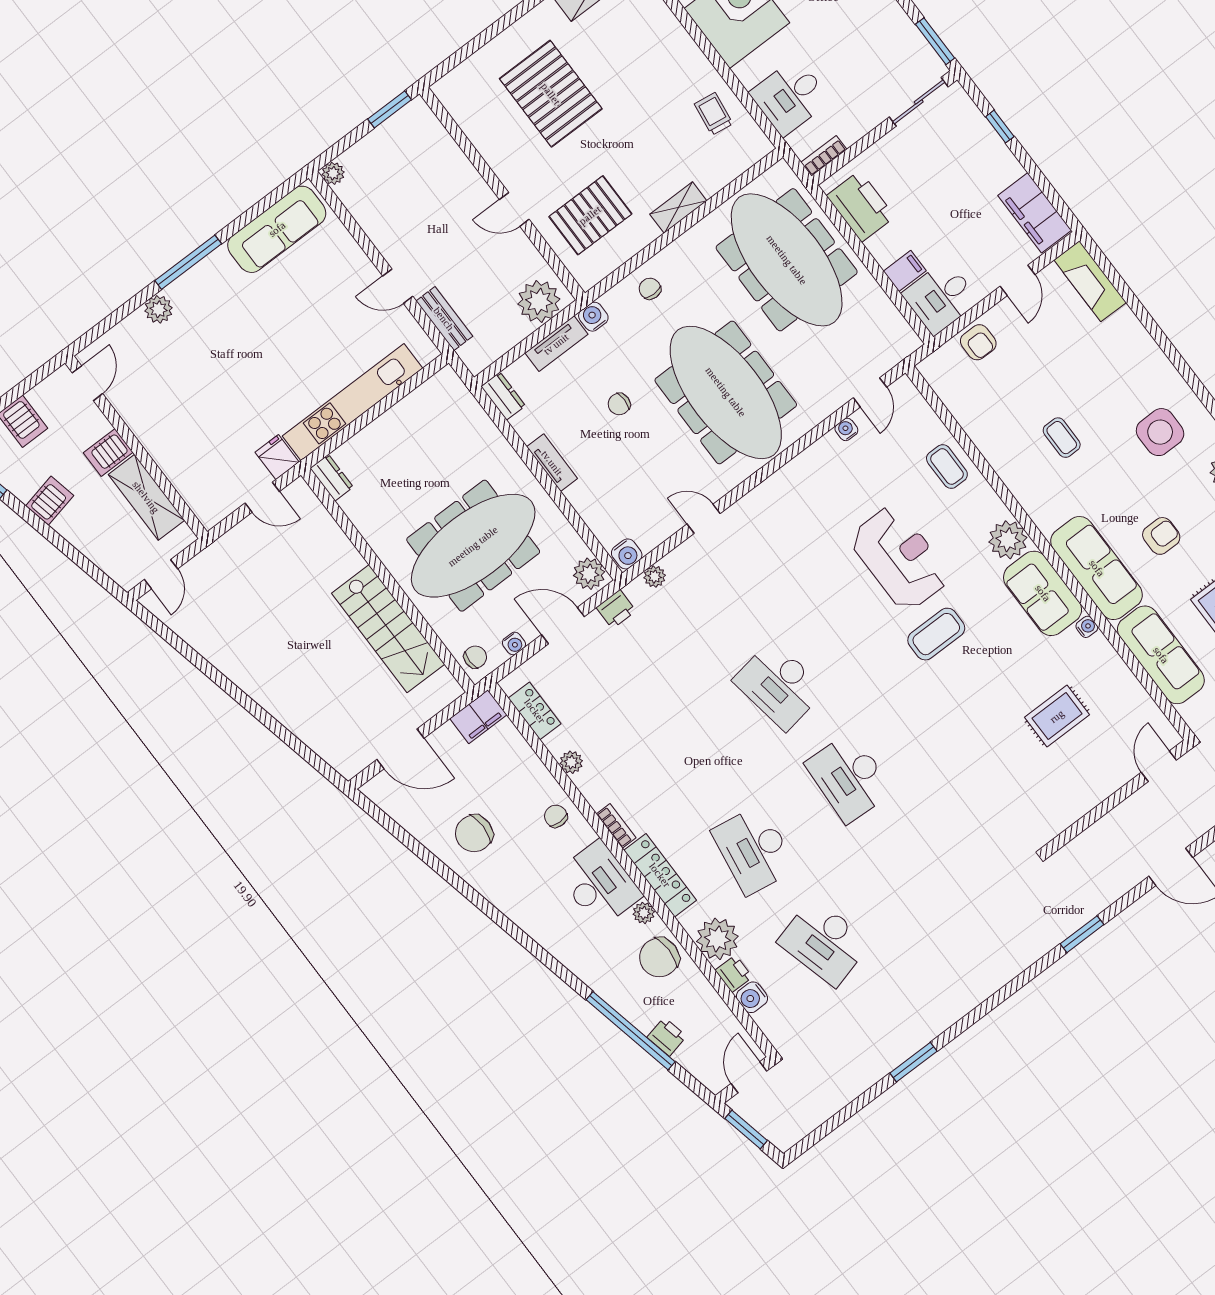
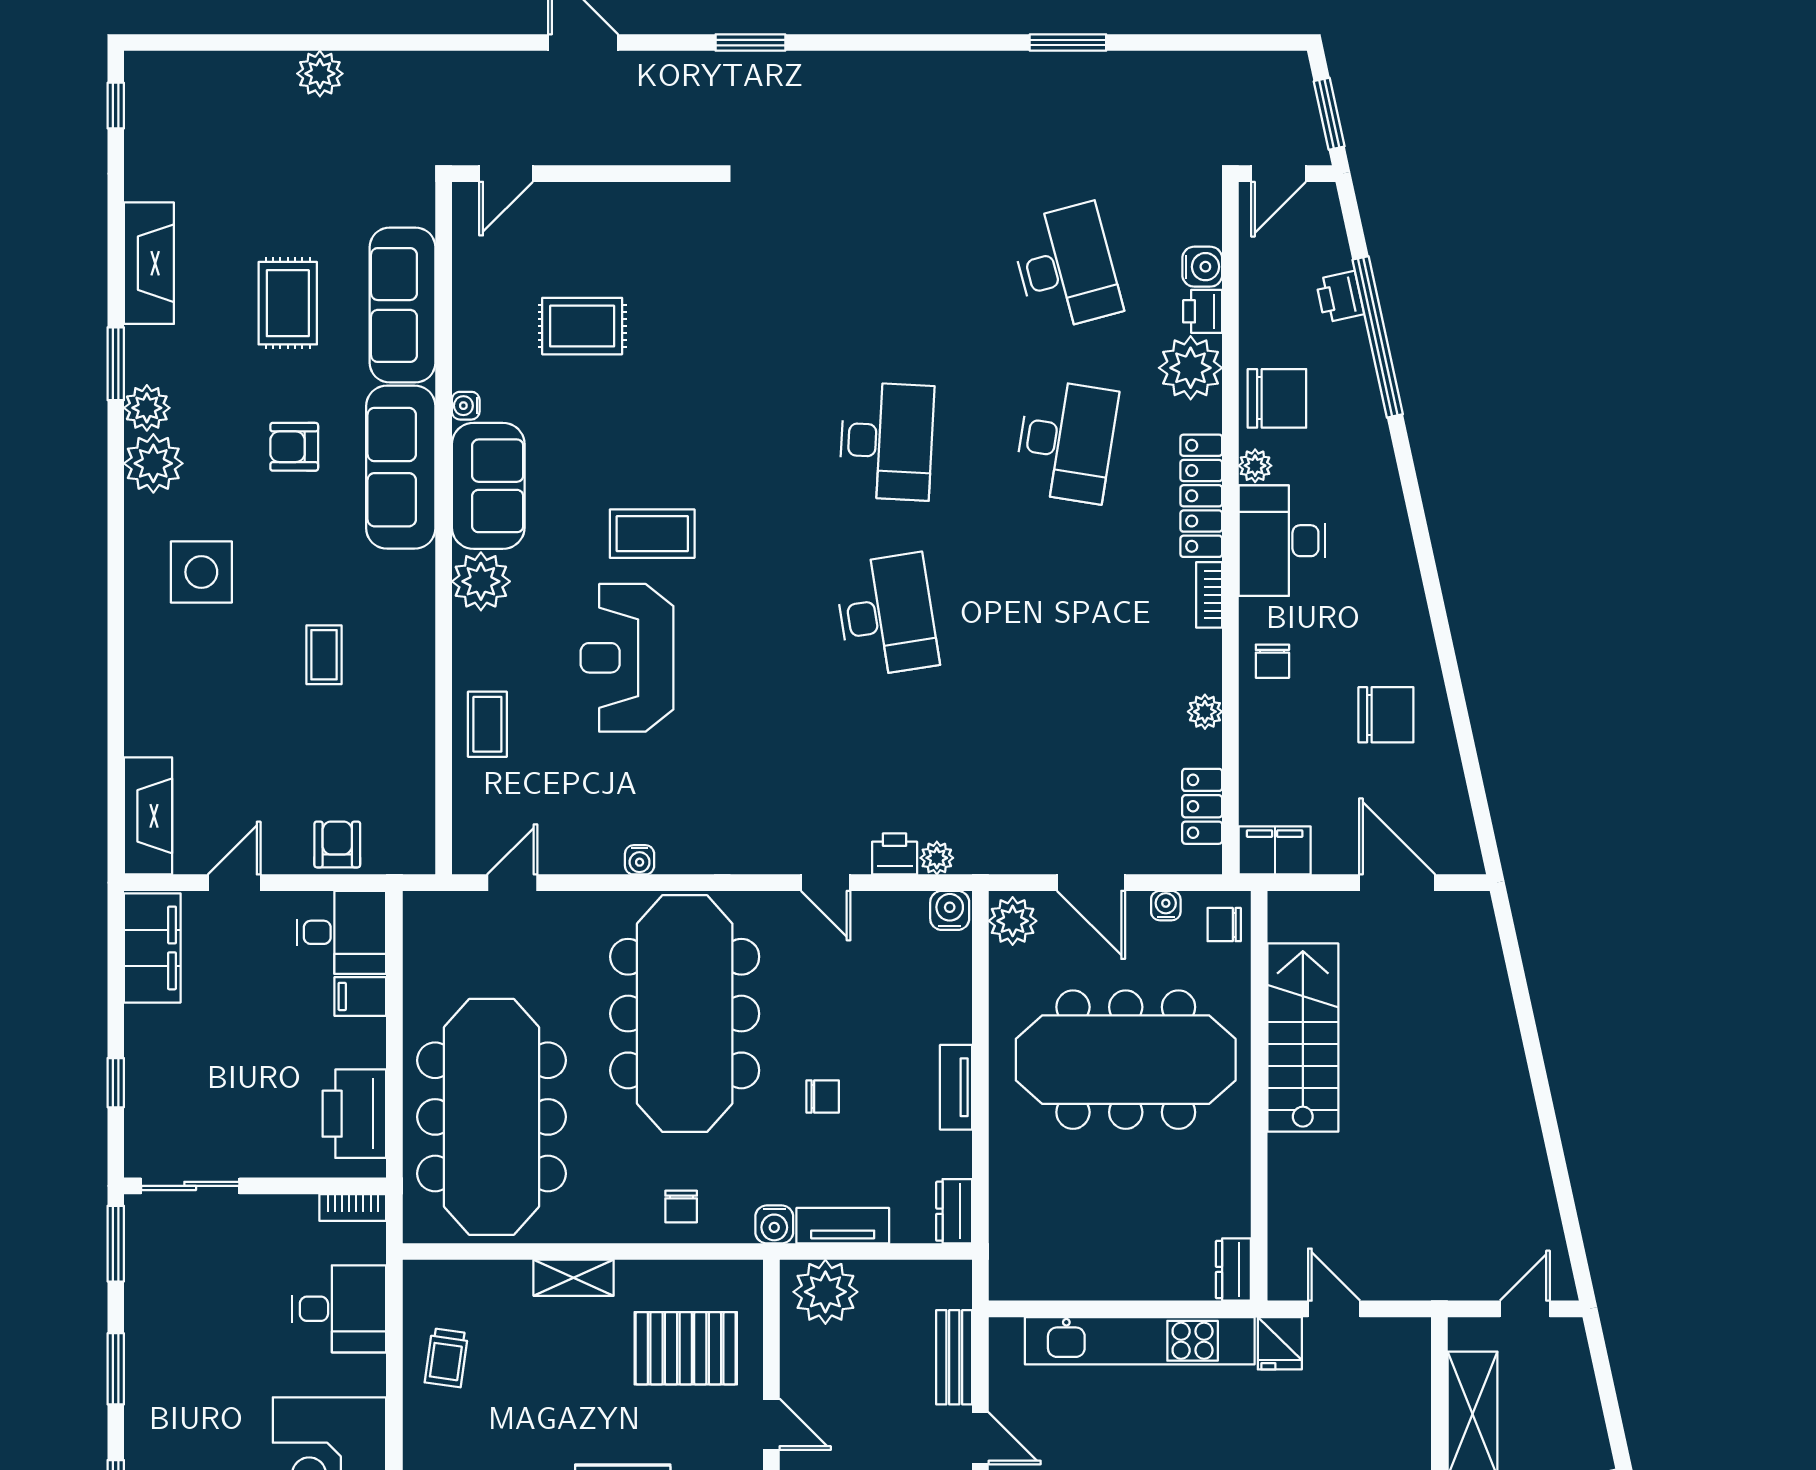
water cooler: (846, 429) -> (640, 860), moved
printer: (616, 609) -> (895, 854), moved

